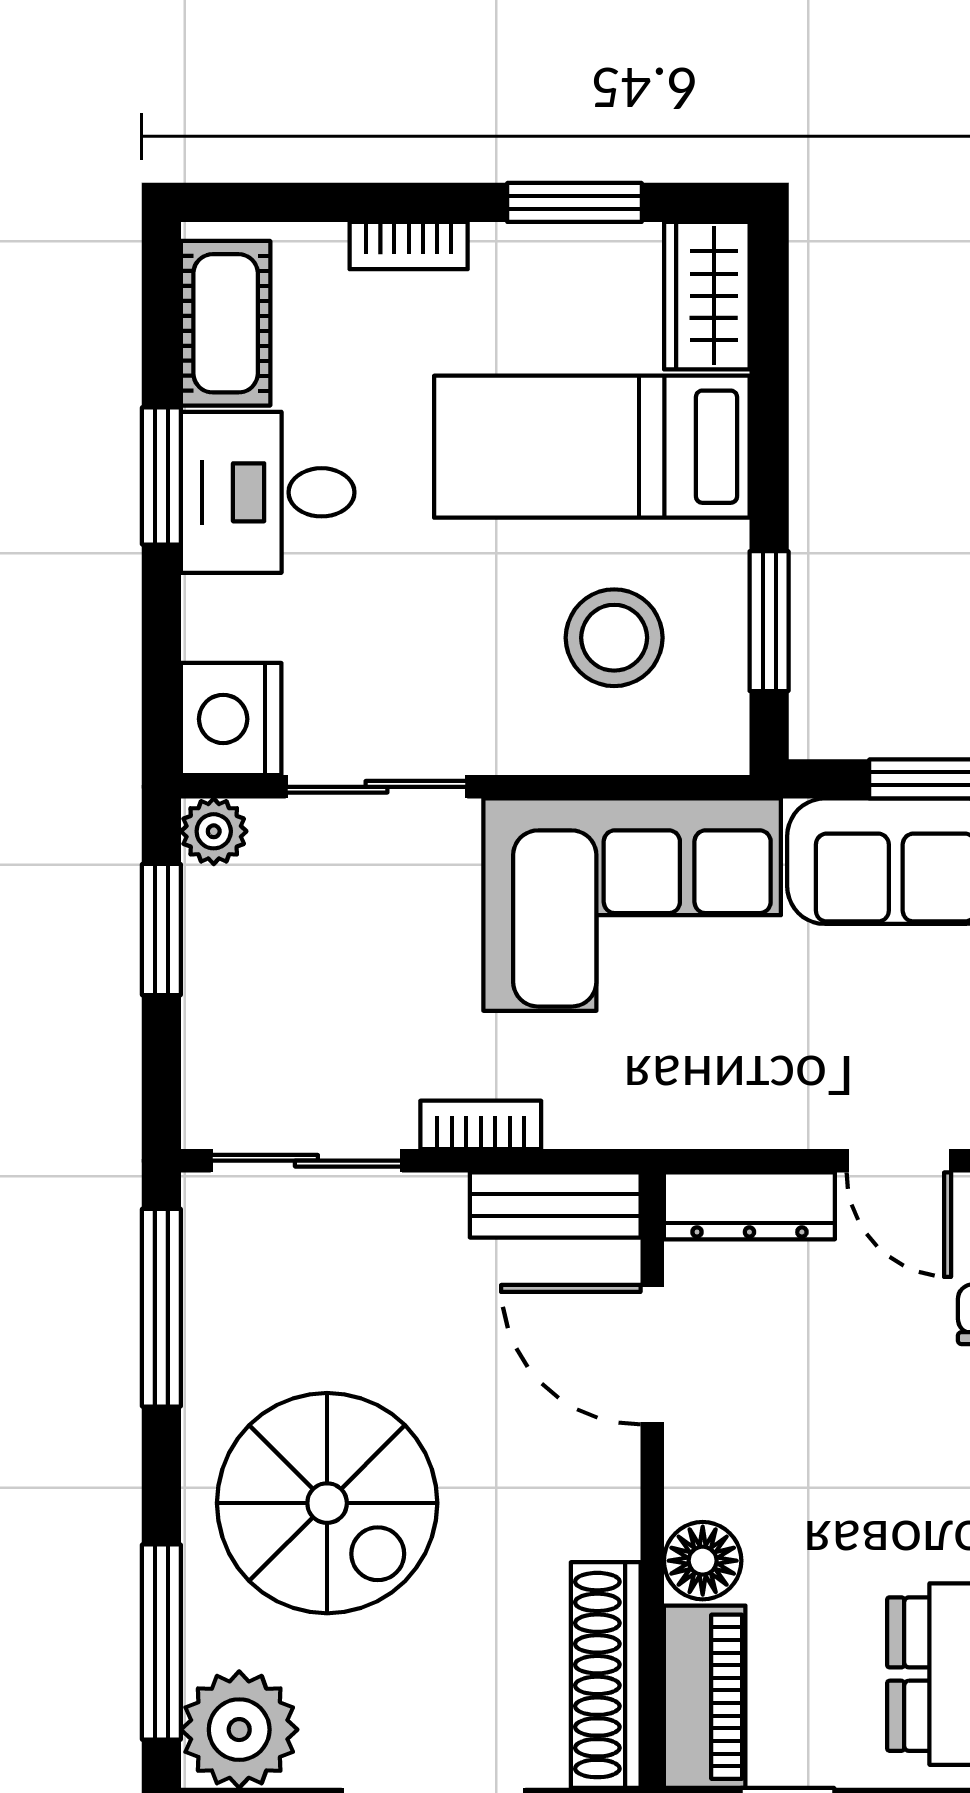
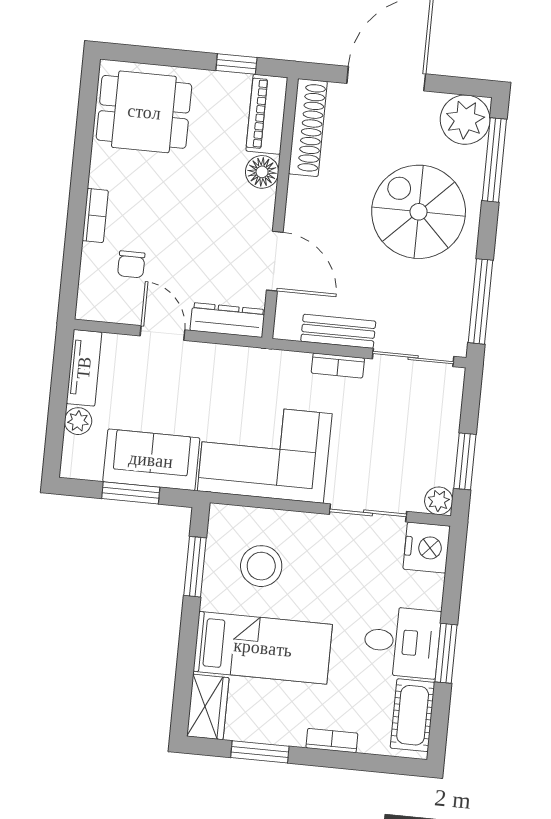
bench: (555, 1205) -> (338, 331), moved

